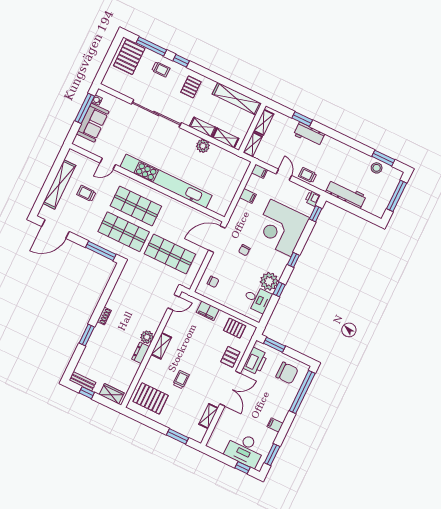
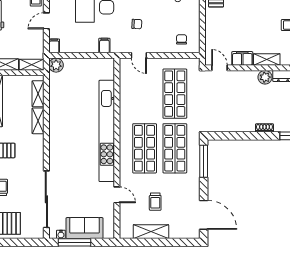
sliding door: (156, 113) -> (46, 199), moved
plant: (203, 146) -> (56, 65), moved
shelving: (59, 184) -> (151, 232), width x0.68
filing cabinet: (248, 196) -> (104, 46), moved
door: (217, 239) -> (139, 55), width x0.53
filing cabinet: (208, 311) -> (242, 58), moved, turned -90

